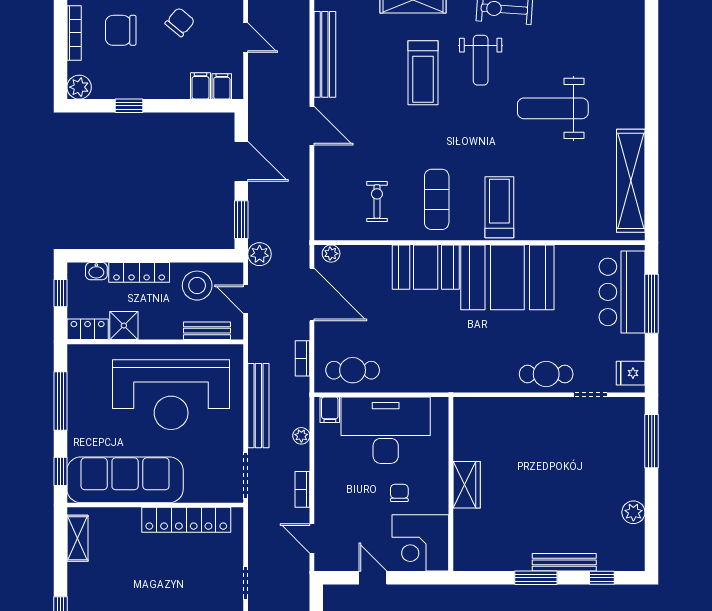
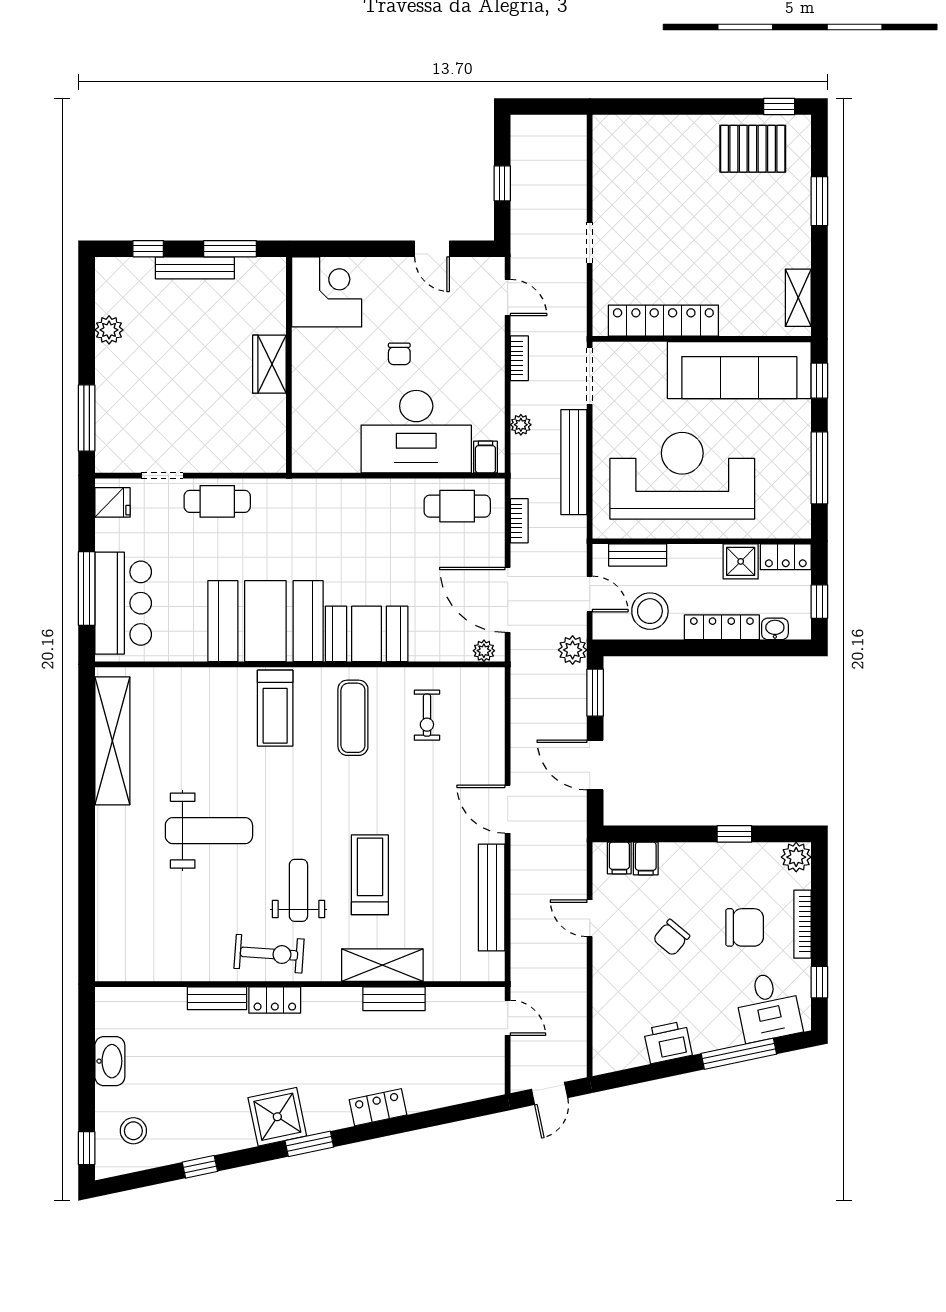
wall: (451, 484) -> (289, 365), moved
wardrobe: (467, 485) -> (269, 364), moved
corner desk: (420, 543) -> (327, 292), moved

